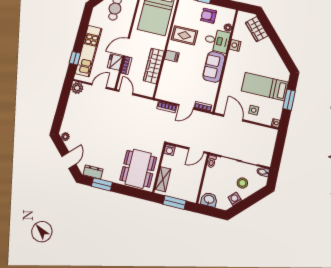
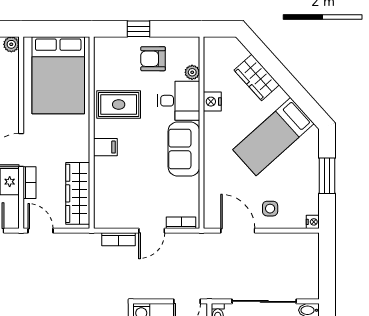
wardrobe: (257, 29) -> (257, 78), moved
wardrobe: (154, 66) -> (78, 193), moved
bed: (265, 87) -> (273, 137), moved, turned -42

